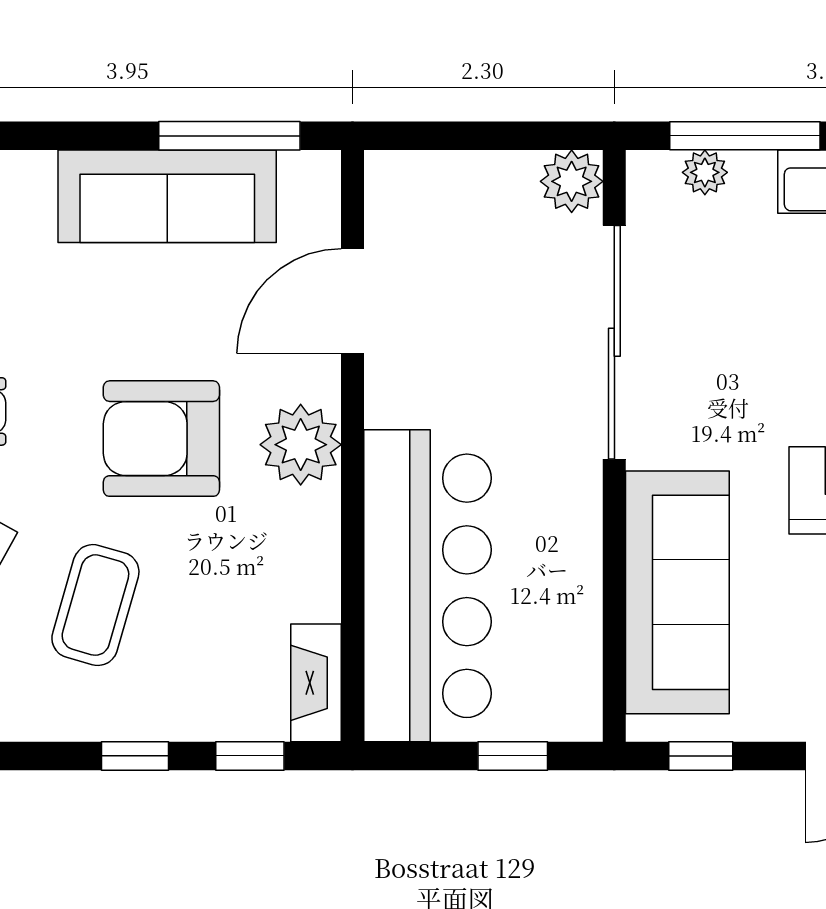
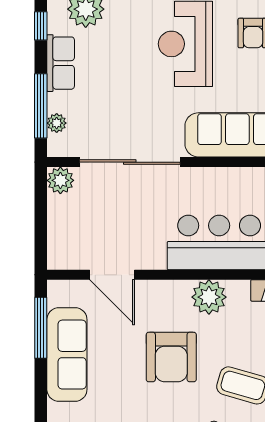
plant: (301, 445) -> (209, 297), moved

